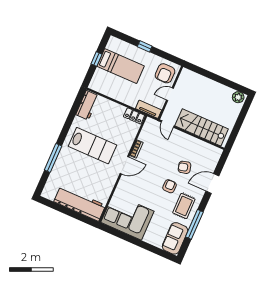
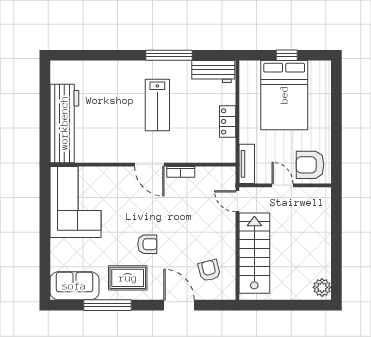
window: (145, 46) -> (336, 118), removed
bed: (121, 66) -> (284, 95), width x1.50
locker: (134, 116) -> (228, 121), moved
door: (168, 124) -> (237, 201), hinge flipped
lab bench: (92, 146) -> (157, 105), width x0.73, depth x0.72
window: (53, 158) -> (169, 55), moved
armchair: (185, 167) -> (209, 270), moved

